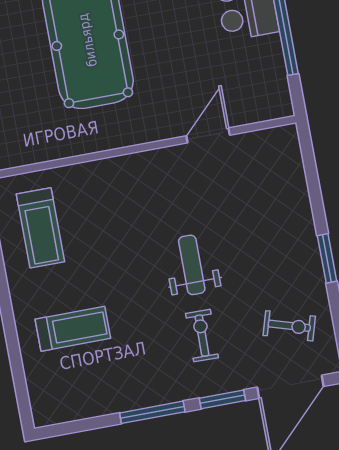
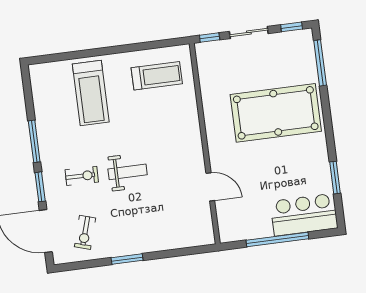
treadmill: (40, 228) -> (157, 76), turned 180
treadmill: (73, 329) -> (91, 93), width x1.37, depth x1.38

